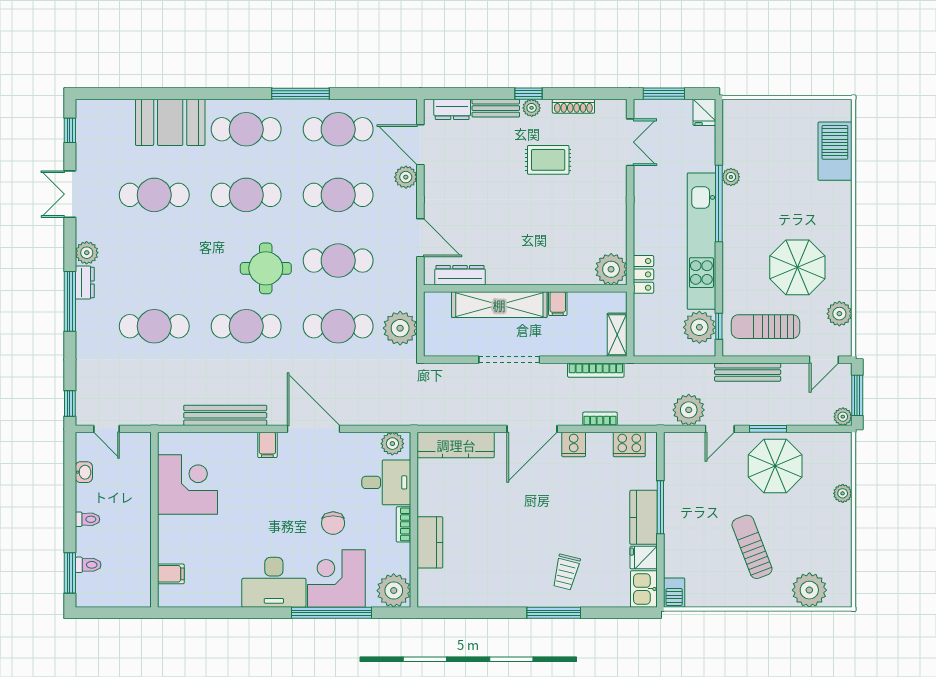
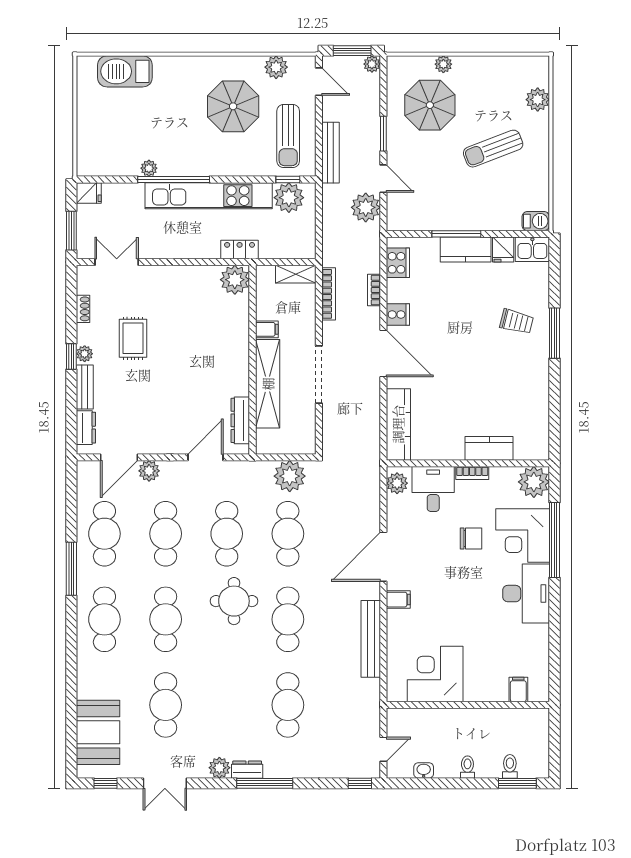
shoe rack: (573, 106) -> (83, 309), width x0.70
booth: (170, 122) -> (98, 732), moved
parasol: (775, 466) -> (430, 105), moved
plant: (809, 590) -> (538, 100), width x0.73, depth x0.73

